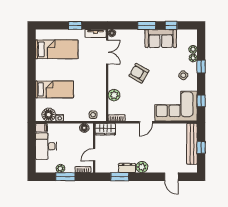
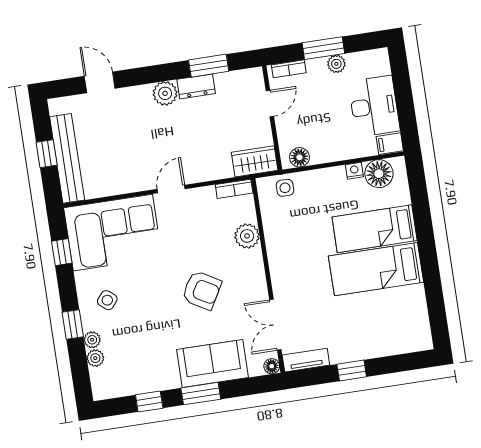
sofa: (161, 39) -> (212, 364), moved
bed: (57, 49) -> (376, 269), moved

